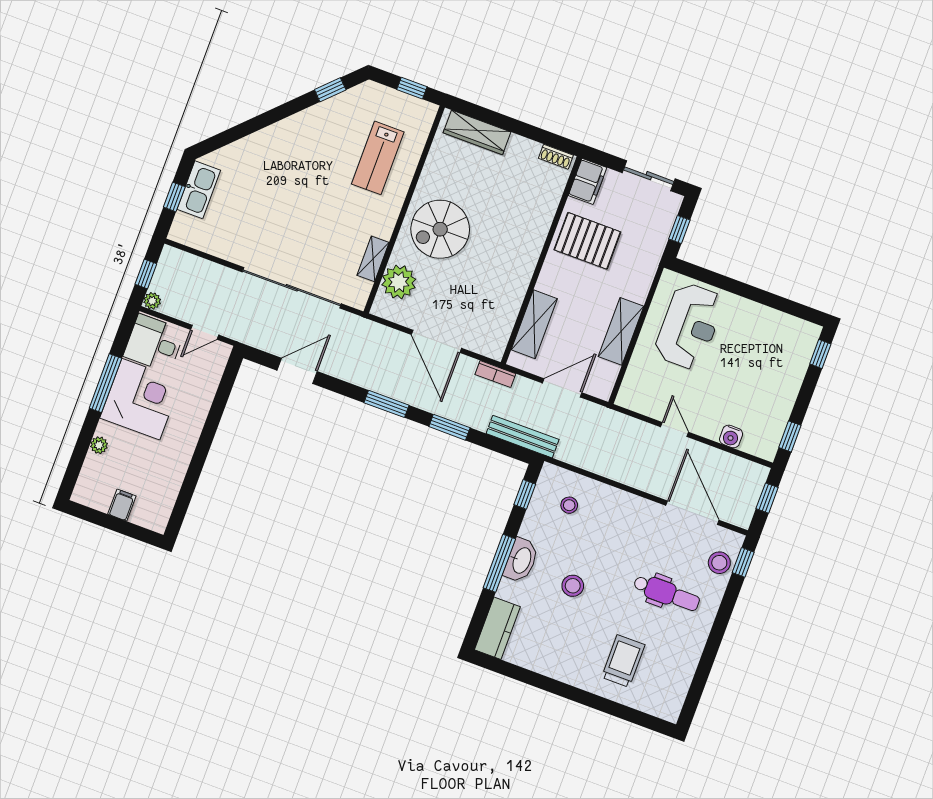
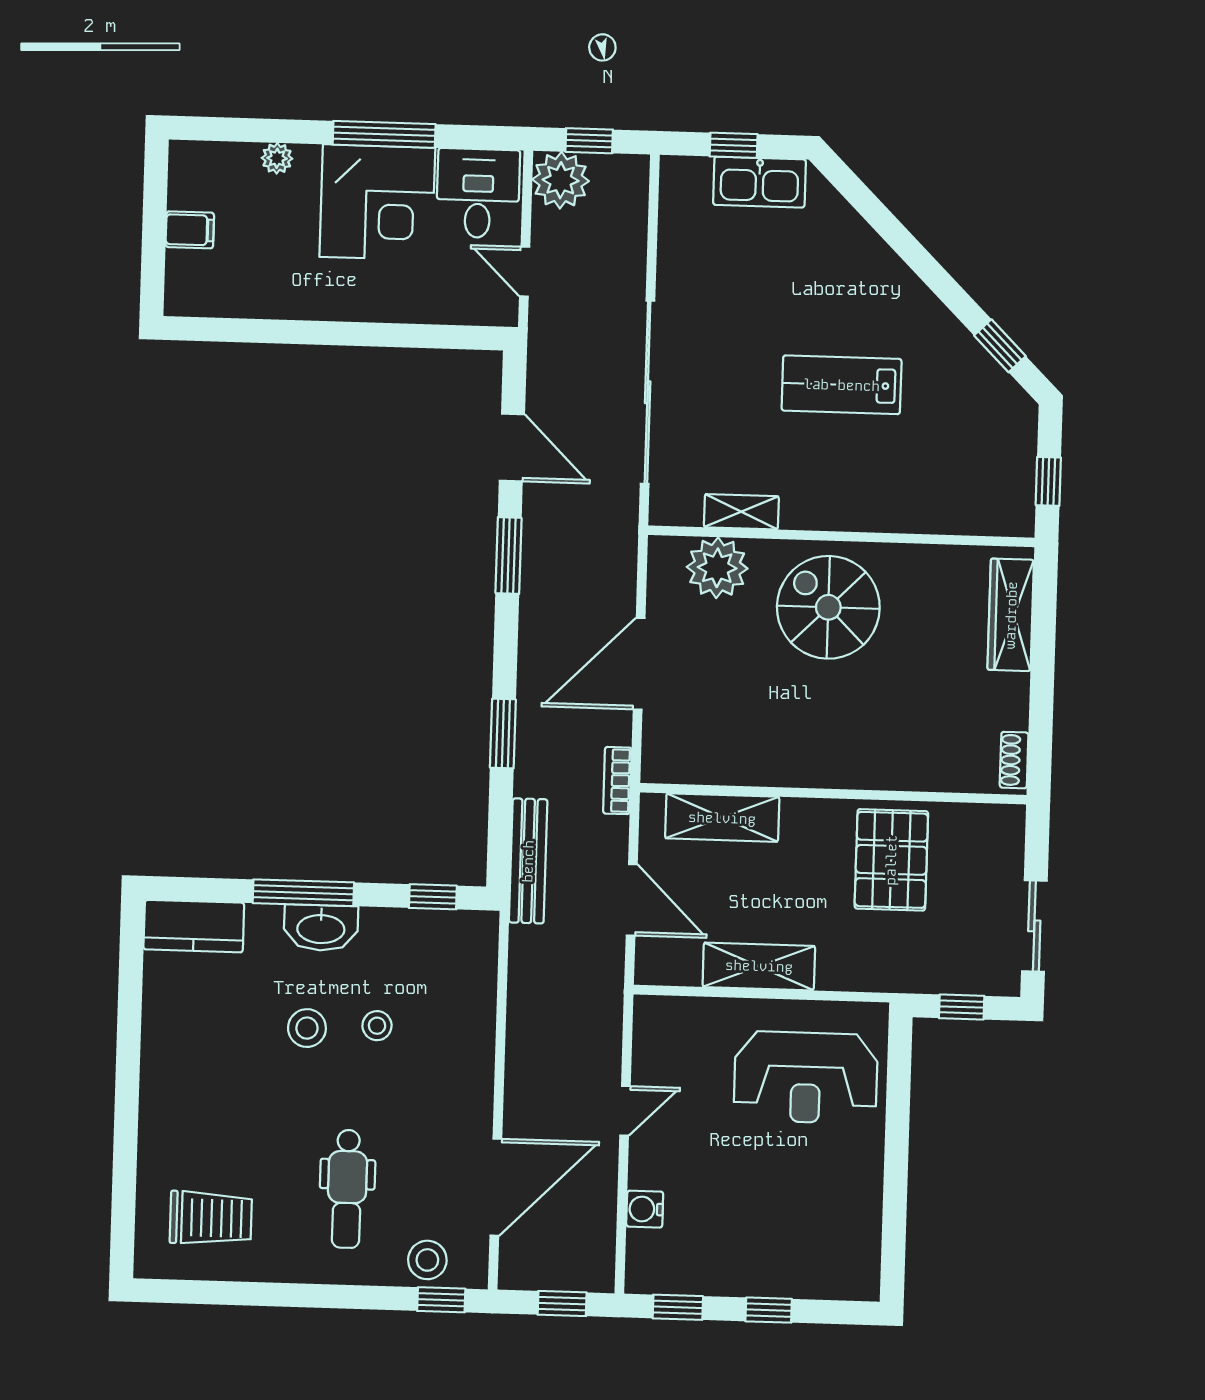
lab bench: (378, 158) -> (842, 385), moved
filing cabinet: (587, 181) -> (991, 827), removed
plant: (152, 301) -> (561, 180), width x1.88, depth x1.88
window: (820, 354) -> (769, 1310), moved
window: (387, 404) -> (509, 556), moved
stool: (569, 505) -> (377, 1026), moved
trolley: (623, 661) -> (211, 1218), moved

